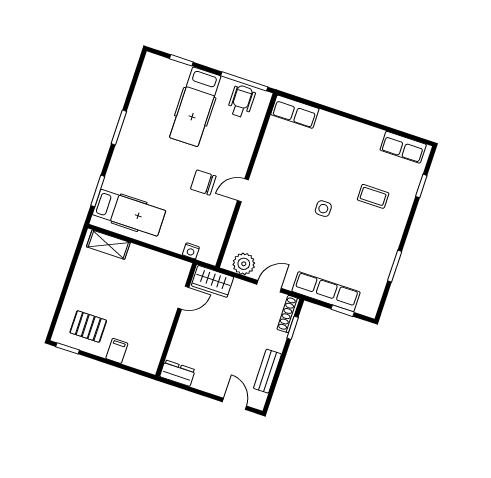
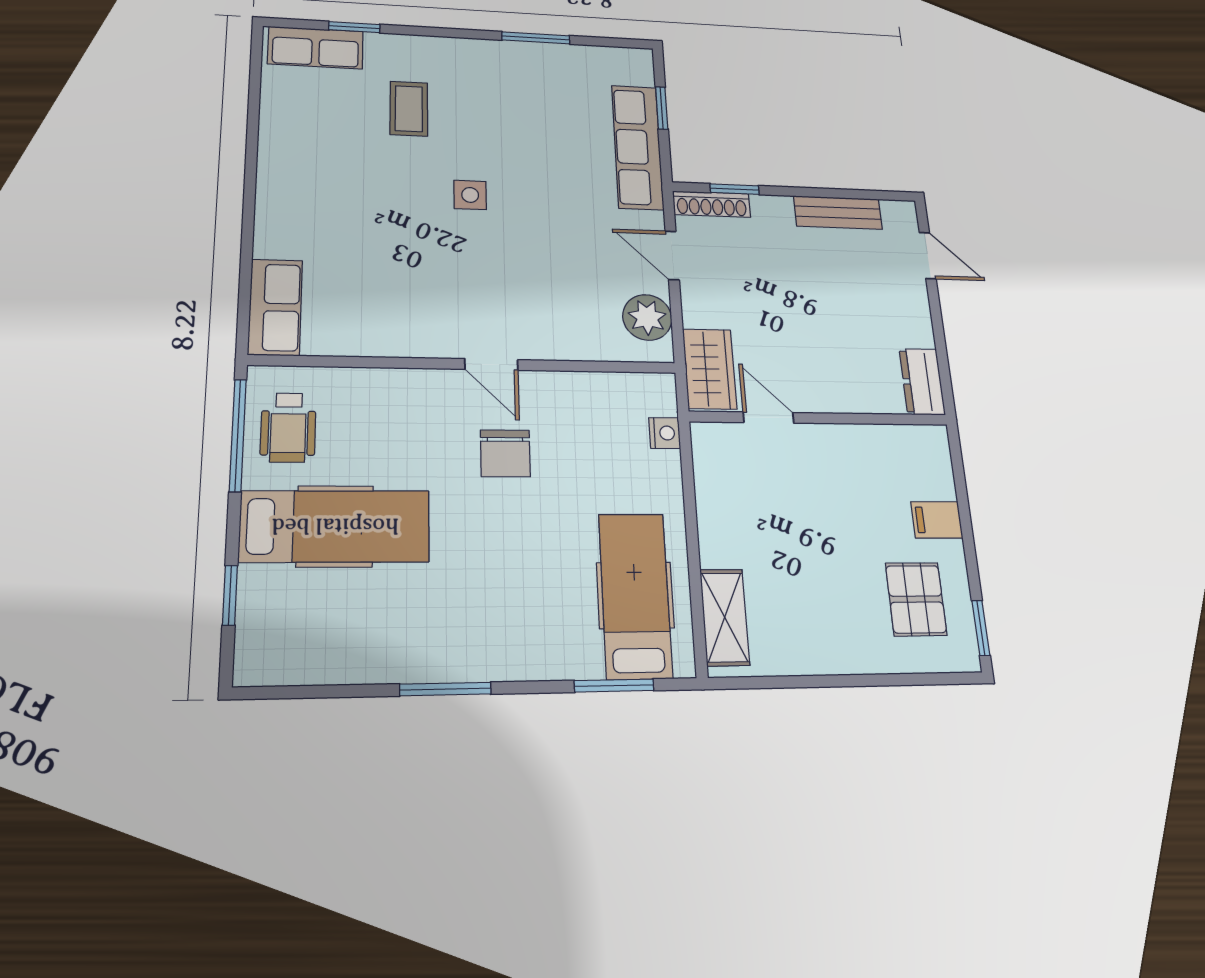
wheelchair: (241, 101) -> (288, 427), turned -90
row of seats: (403, 147) -> (316, 48), moved, turned 90
door: (234, 404) -> (928, 256), swing flipped

